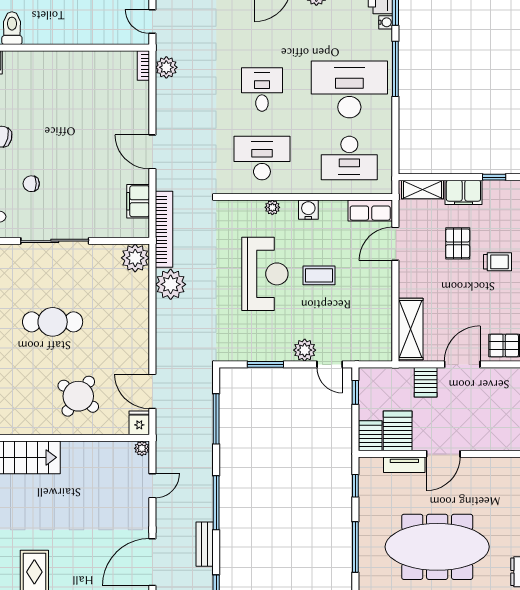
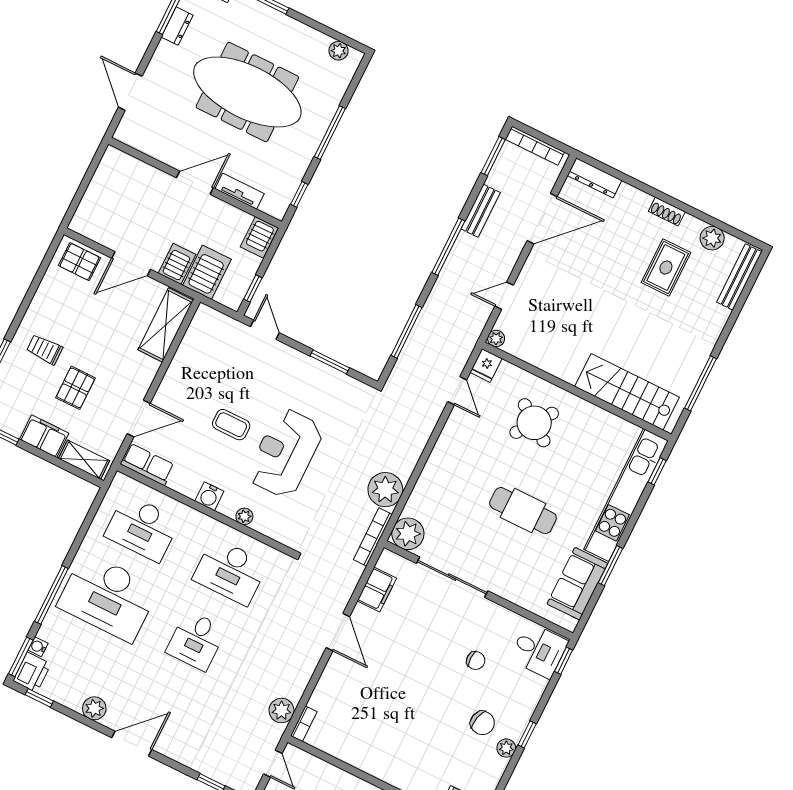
desk: (349, 158) -> (142, 528), turned 180
bookcase: (164, 229) -> (373, 537), width x0.68, depth x0.76
sliding door: (55, 241) -> (452, 577), moved
plant: (305, 350) -> (283, 357), removed
door: (152, 391) -> (457, 391), width x0.73
server rack: (398, 431) -> (207, 272), moved, turned 180

